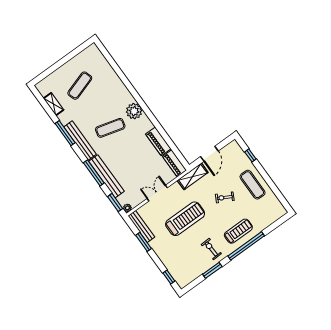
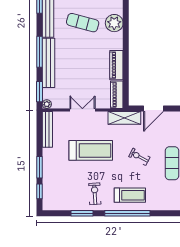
window: (144, 242) -> (39, 167), moved

